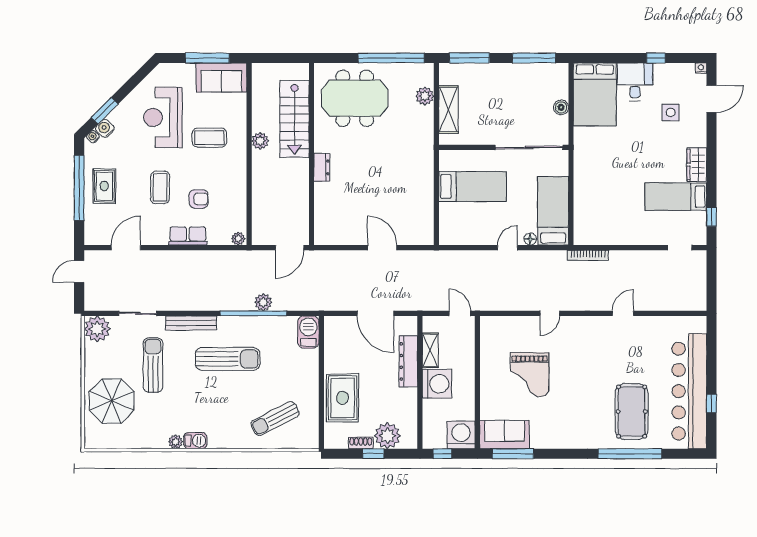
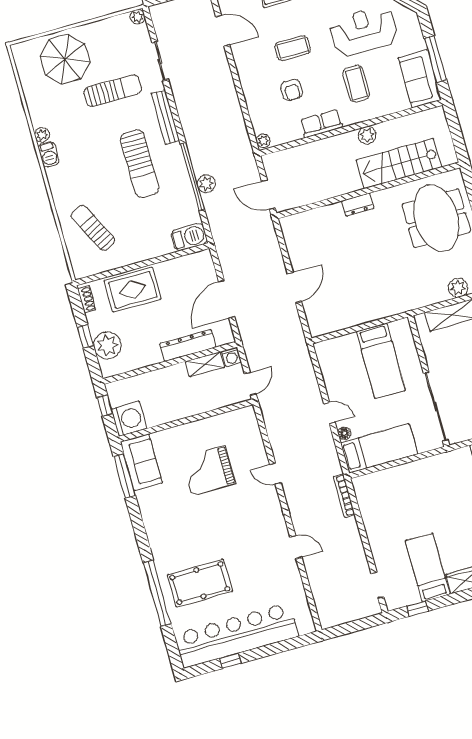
row of seats: (188, 236) -> (321, 124), moved, turned -90
plant: (97, 329) -> (138, 17), width x0.53, depth x0.53
washing machine: (437, 384) -> (231, 357), moved, width x0.53, depth x0.53
shoe rack: (361, 443) -> (87, 299), moved

